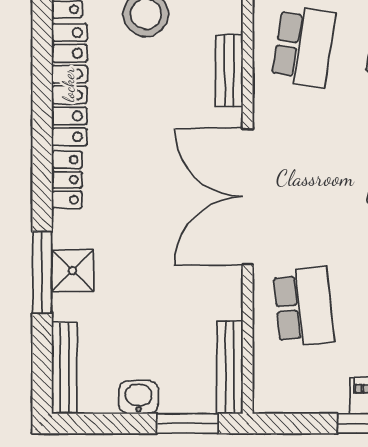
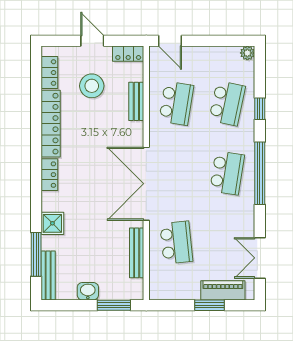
bench: (229, 71) -> (136, 101), moved
window: (42, 272) -> (36, 254), moved
bench: (230, 367) -> (137, 253), moved

